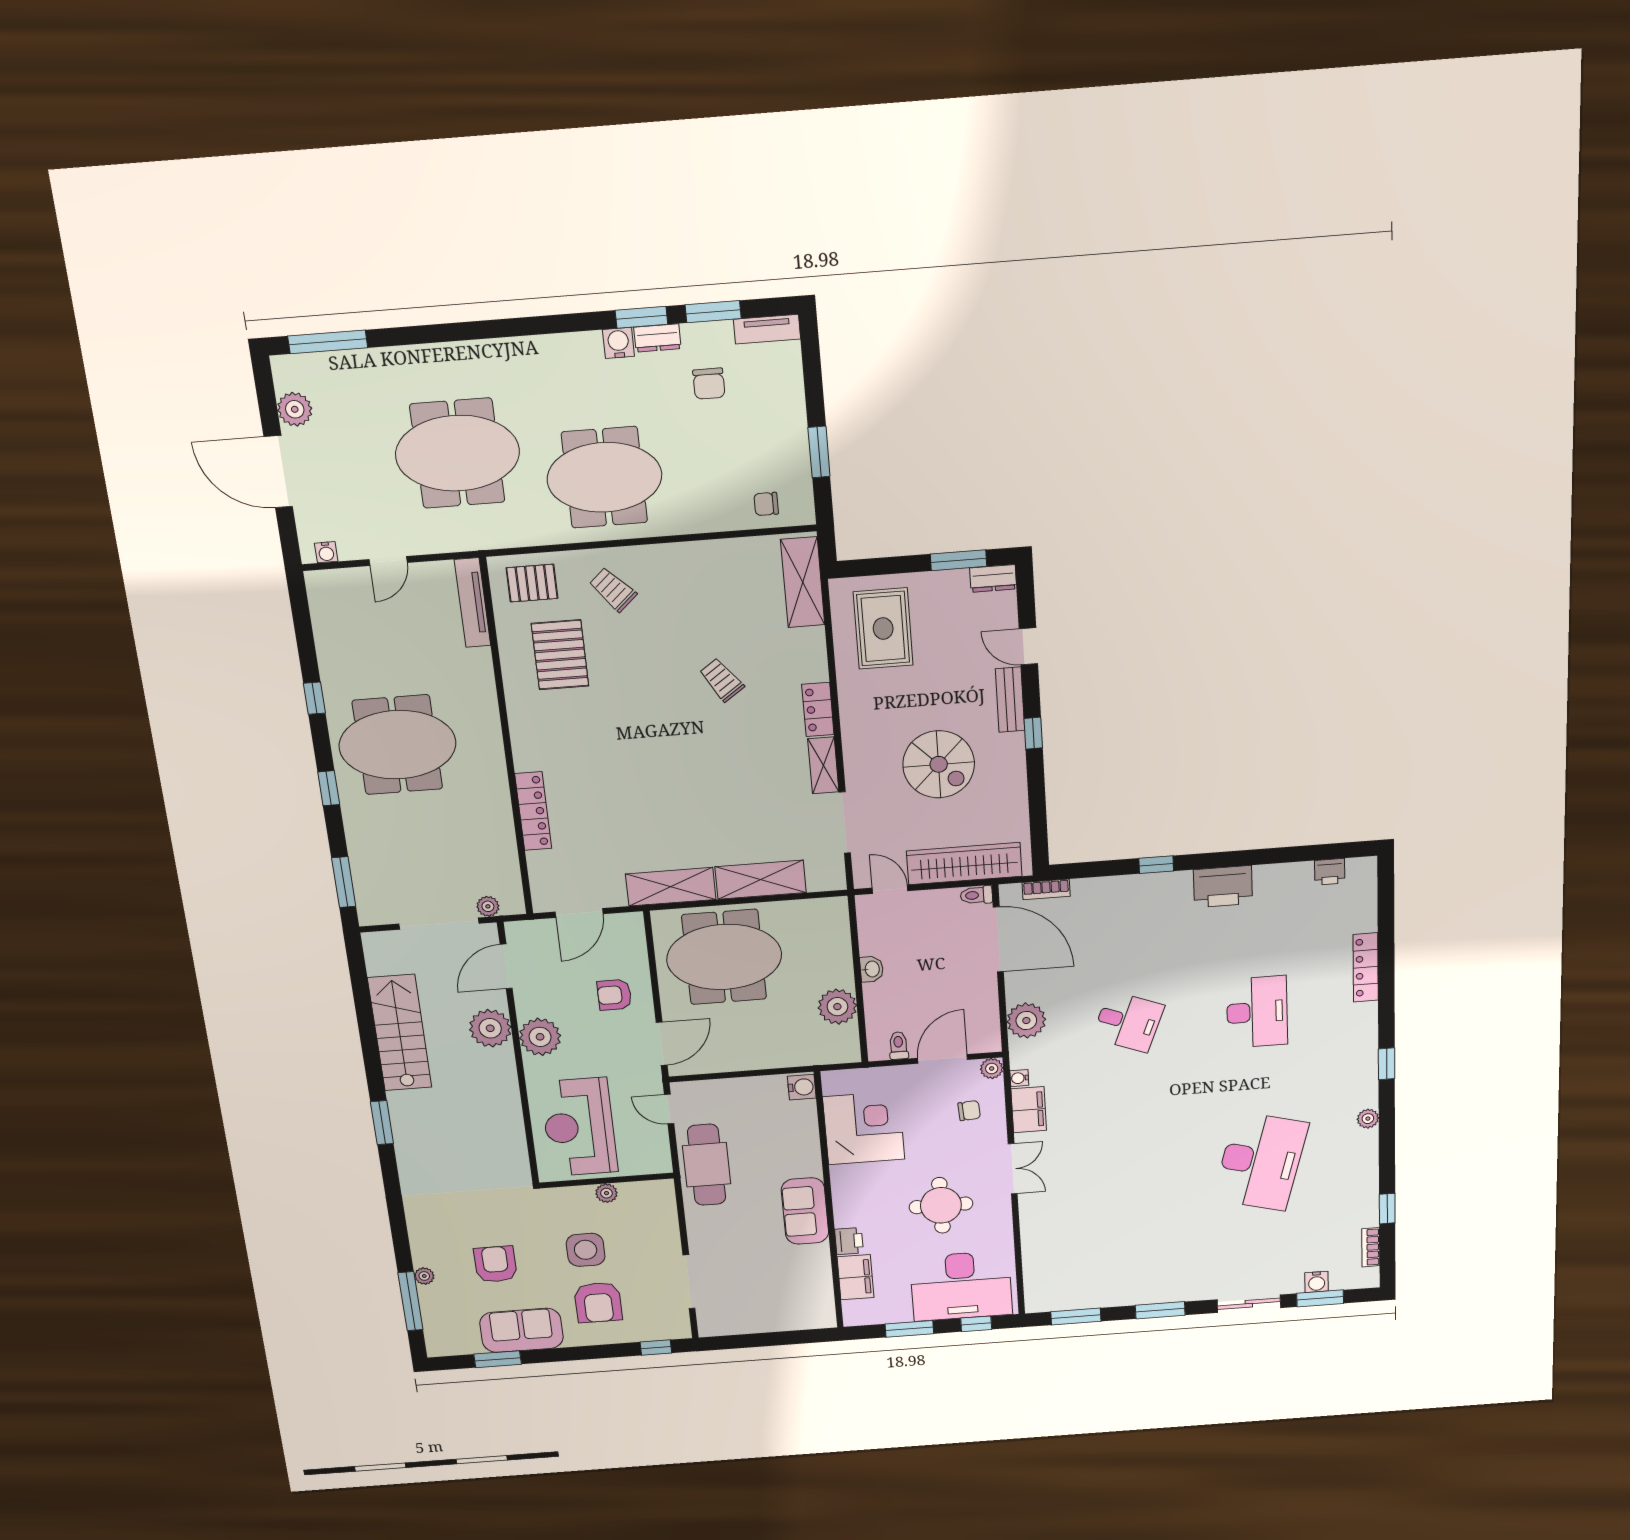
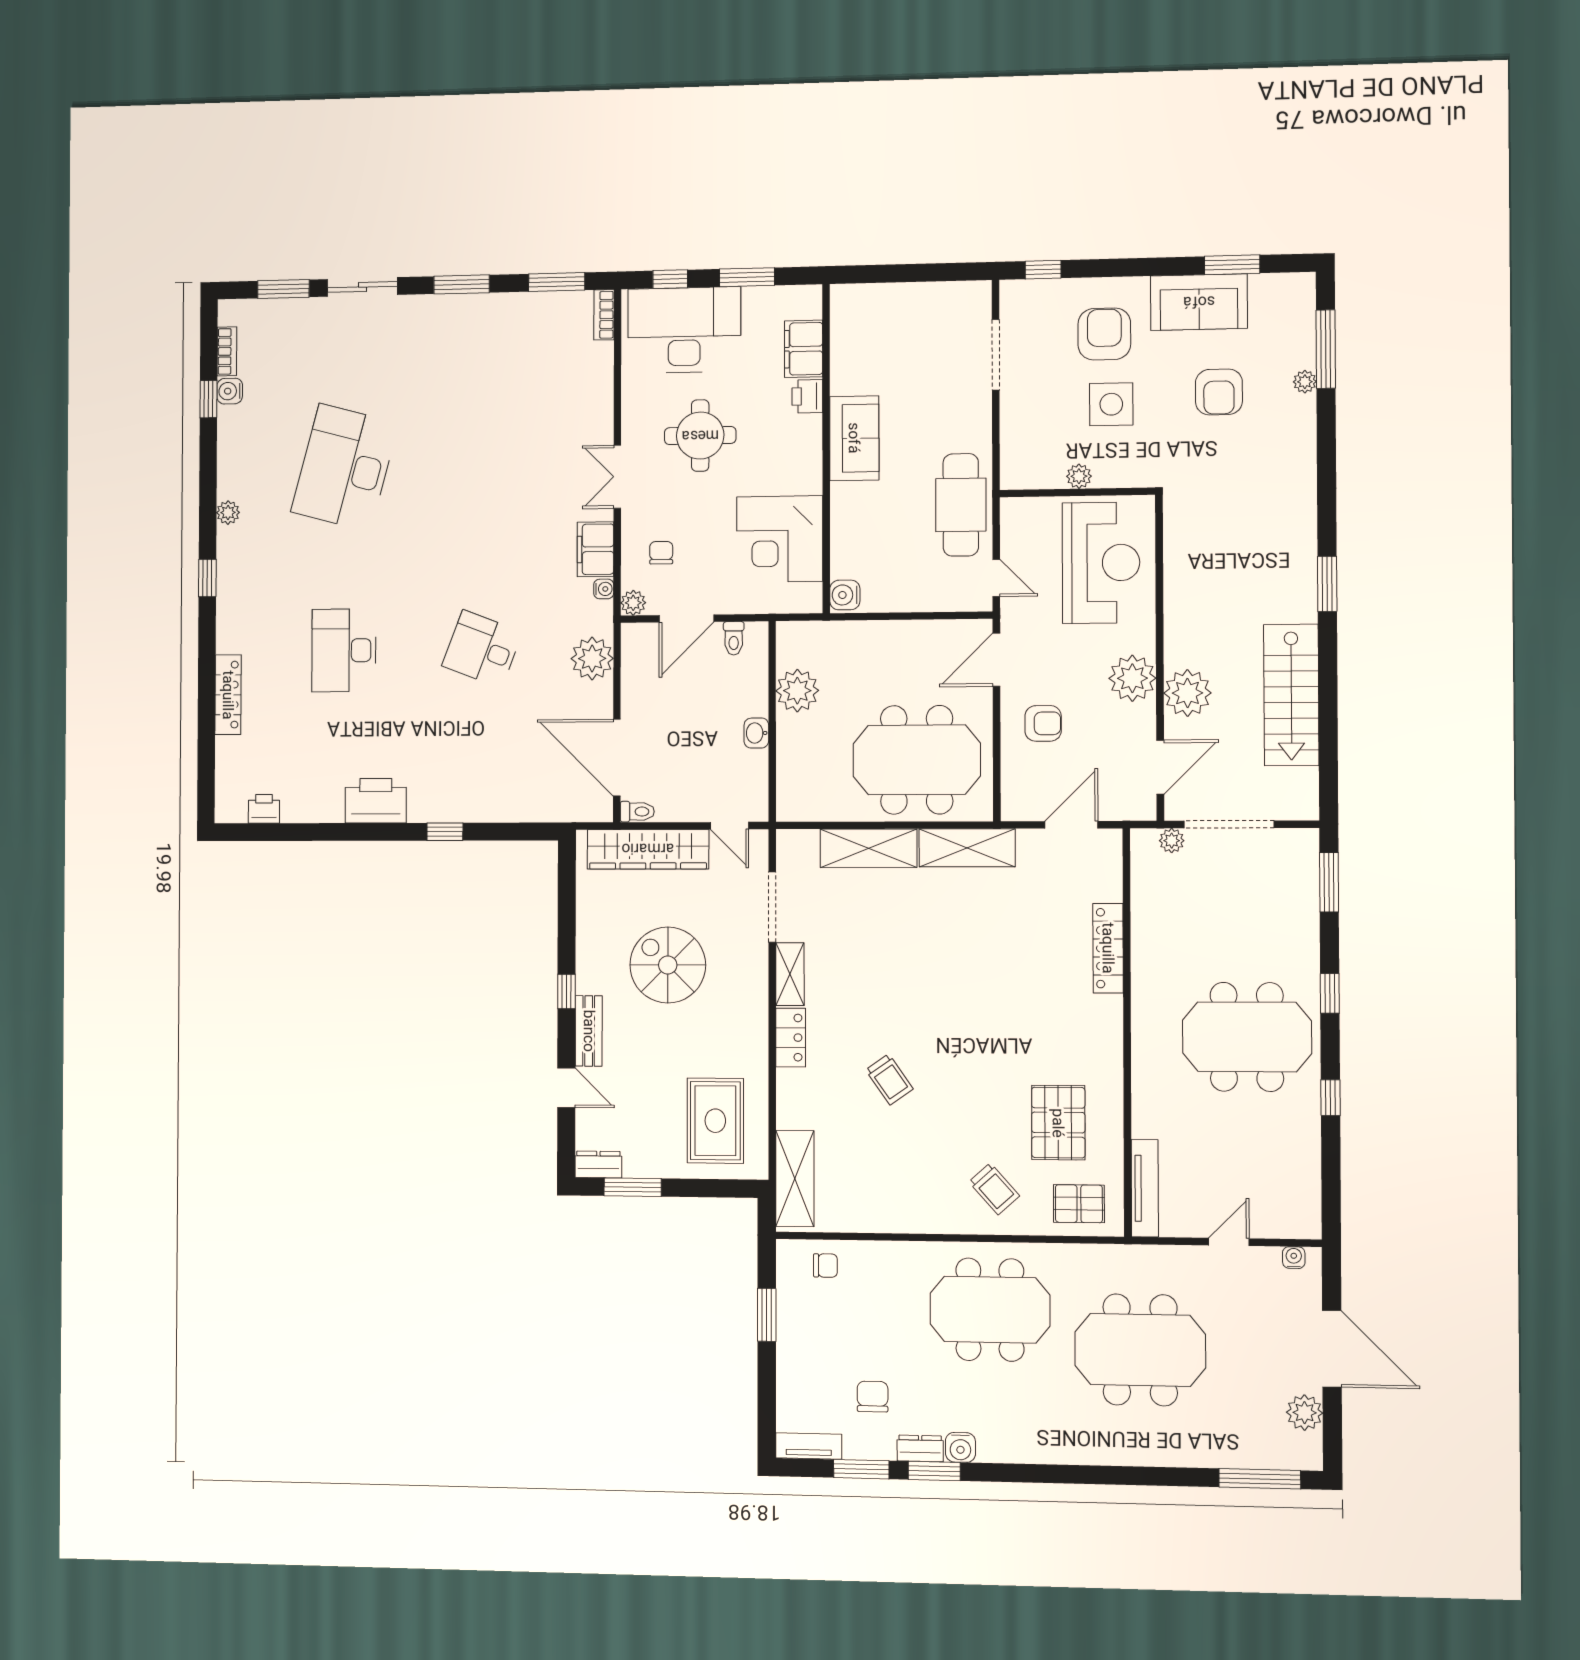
bookcase: (1046, 889) -> (604, 315), moved, turned -90
chair: (969, 1111) -> (661, 553), turned 94
water cooler: (1317, 1282) -> (230, 391), moved, turned -90

